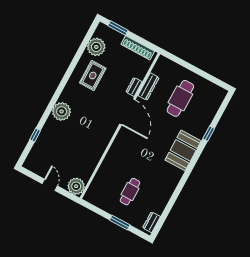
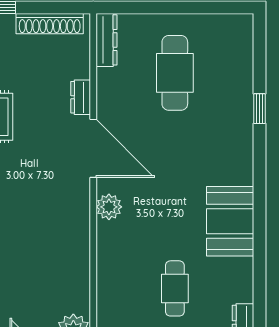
dresser: (149, 87) -> (106, 40), moved
plant: (121, 141) -> (109, 207), added
booth: (183, 150) -> (230, 221), moved

